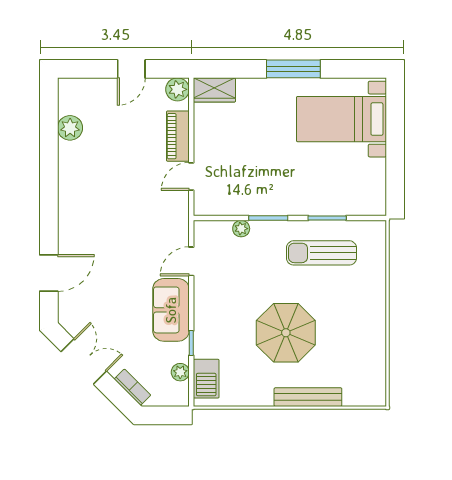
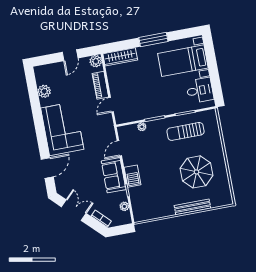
wardrobe: (214, 90) -> (120, 57), width x1.50
desk: (363, 181) -> (200, 90), added
corner sofa: (91, 204) -> (62, 129), added
parasol: (286, 333) -> (196, 172), moved
barbecue: (206, 379) -> (133, 176), moved

